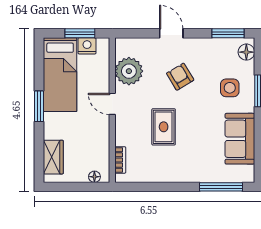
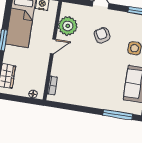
door: (112, 104) -> (53, 46), swing flipped
rug: (164, 127) -> (85, 68), removed

